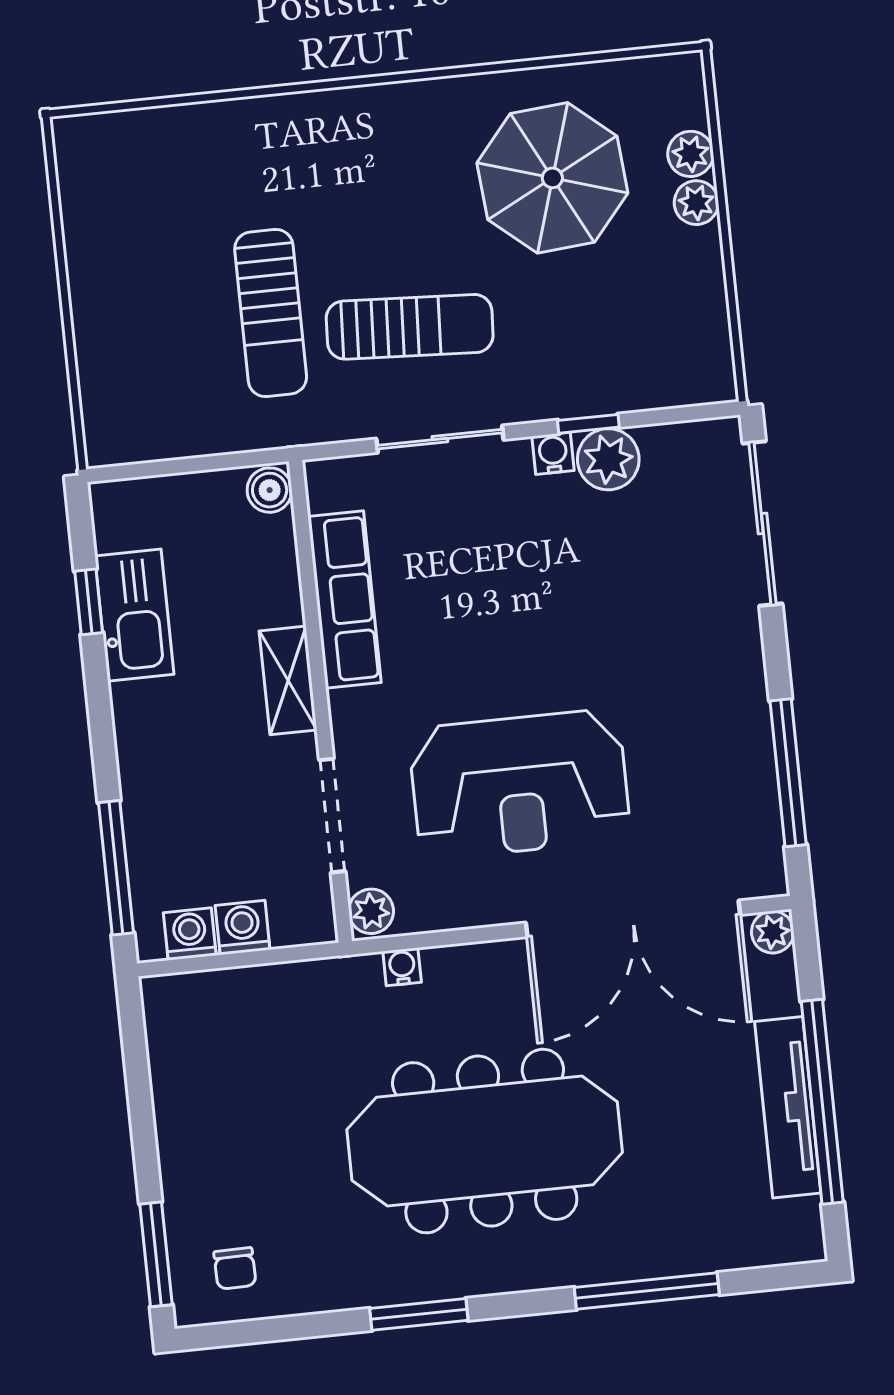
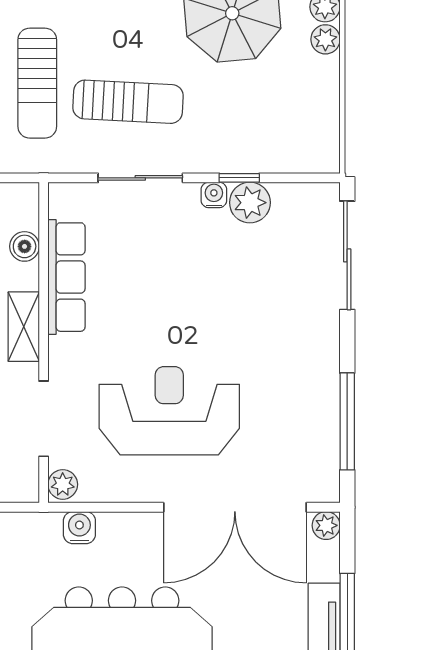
boiler: (270, 490) -> (25, 246), moved
reception desk: (520, 784) -> (169, 411), turned 180
water cooler: (402, 967) -> (79, 528), width x1.38, depth x1.38

